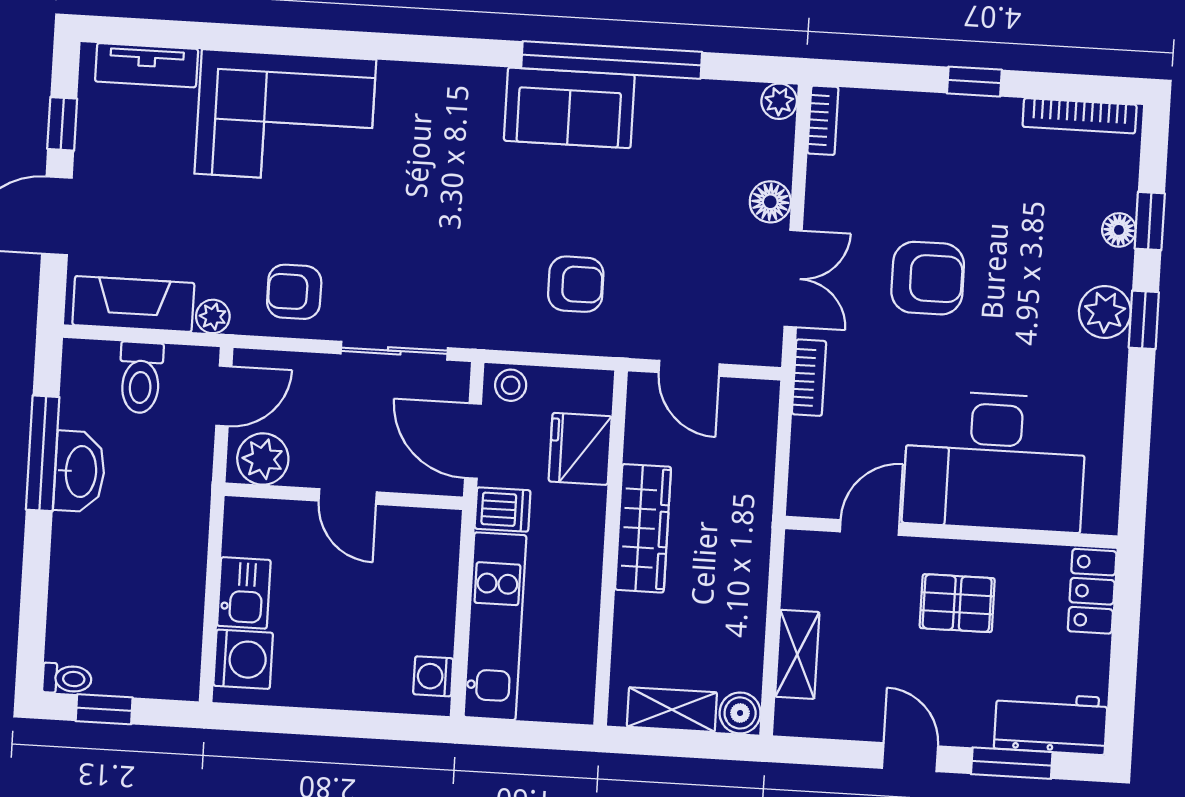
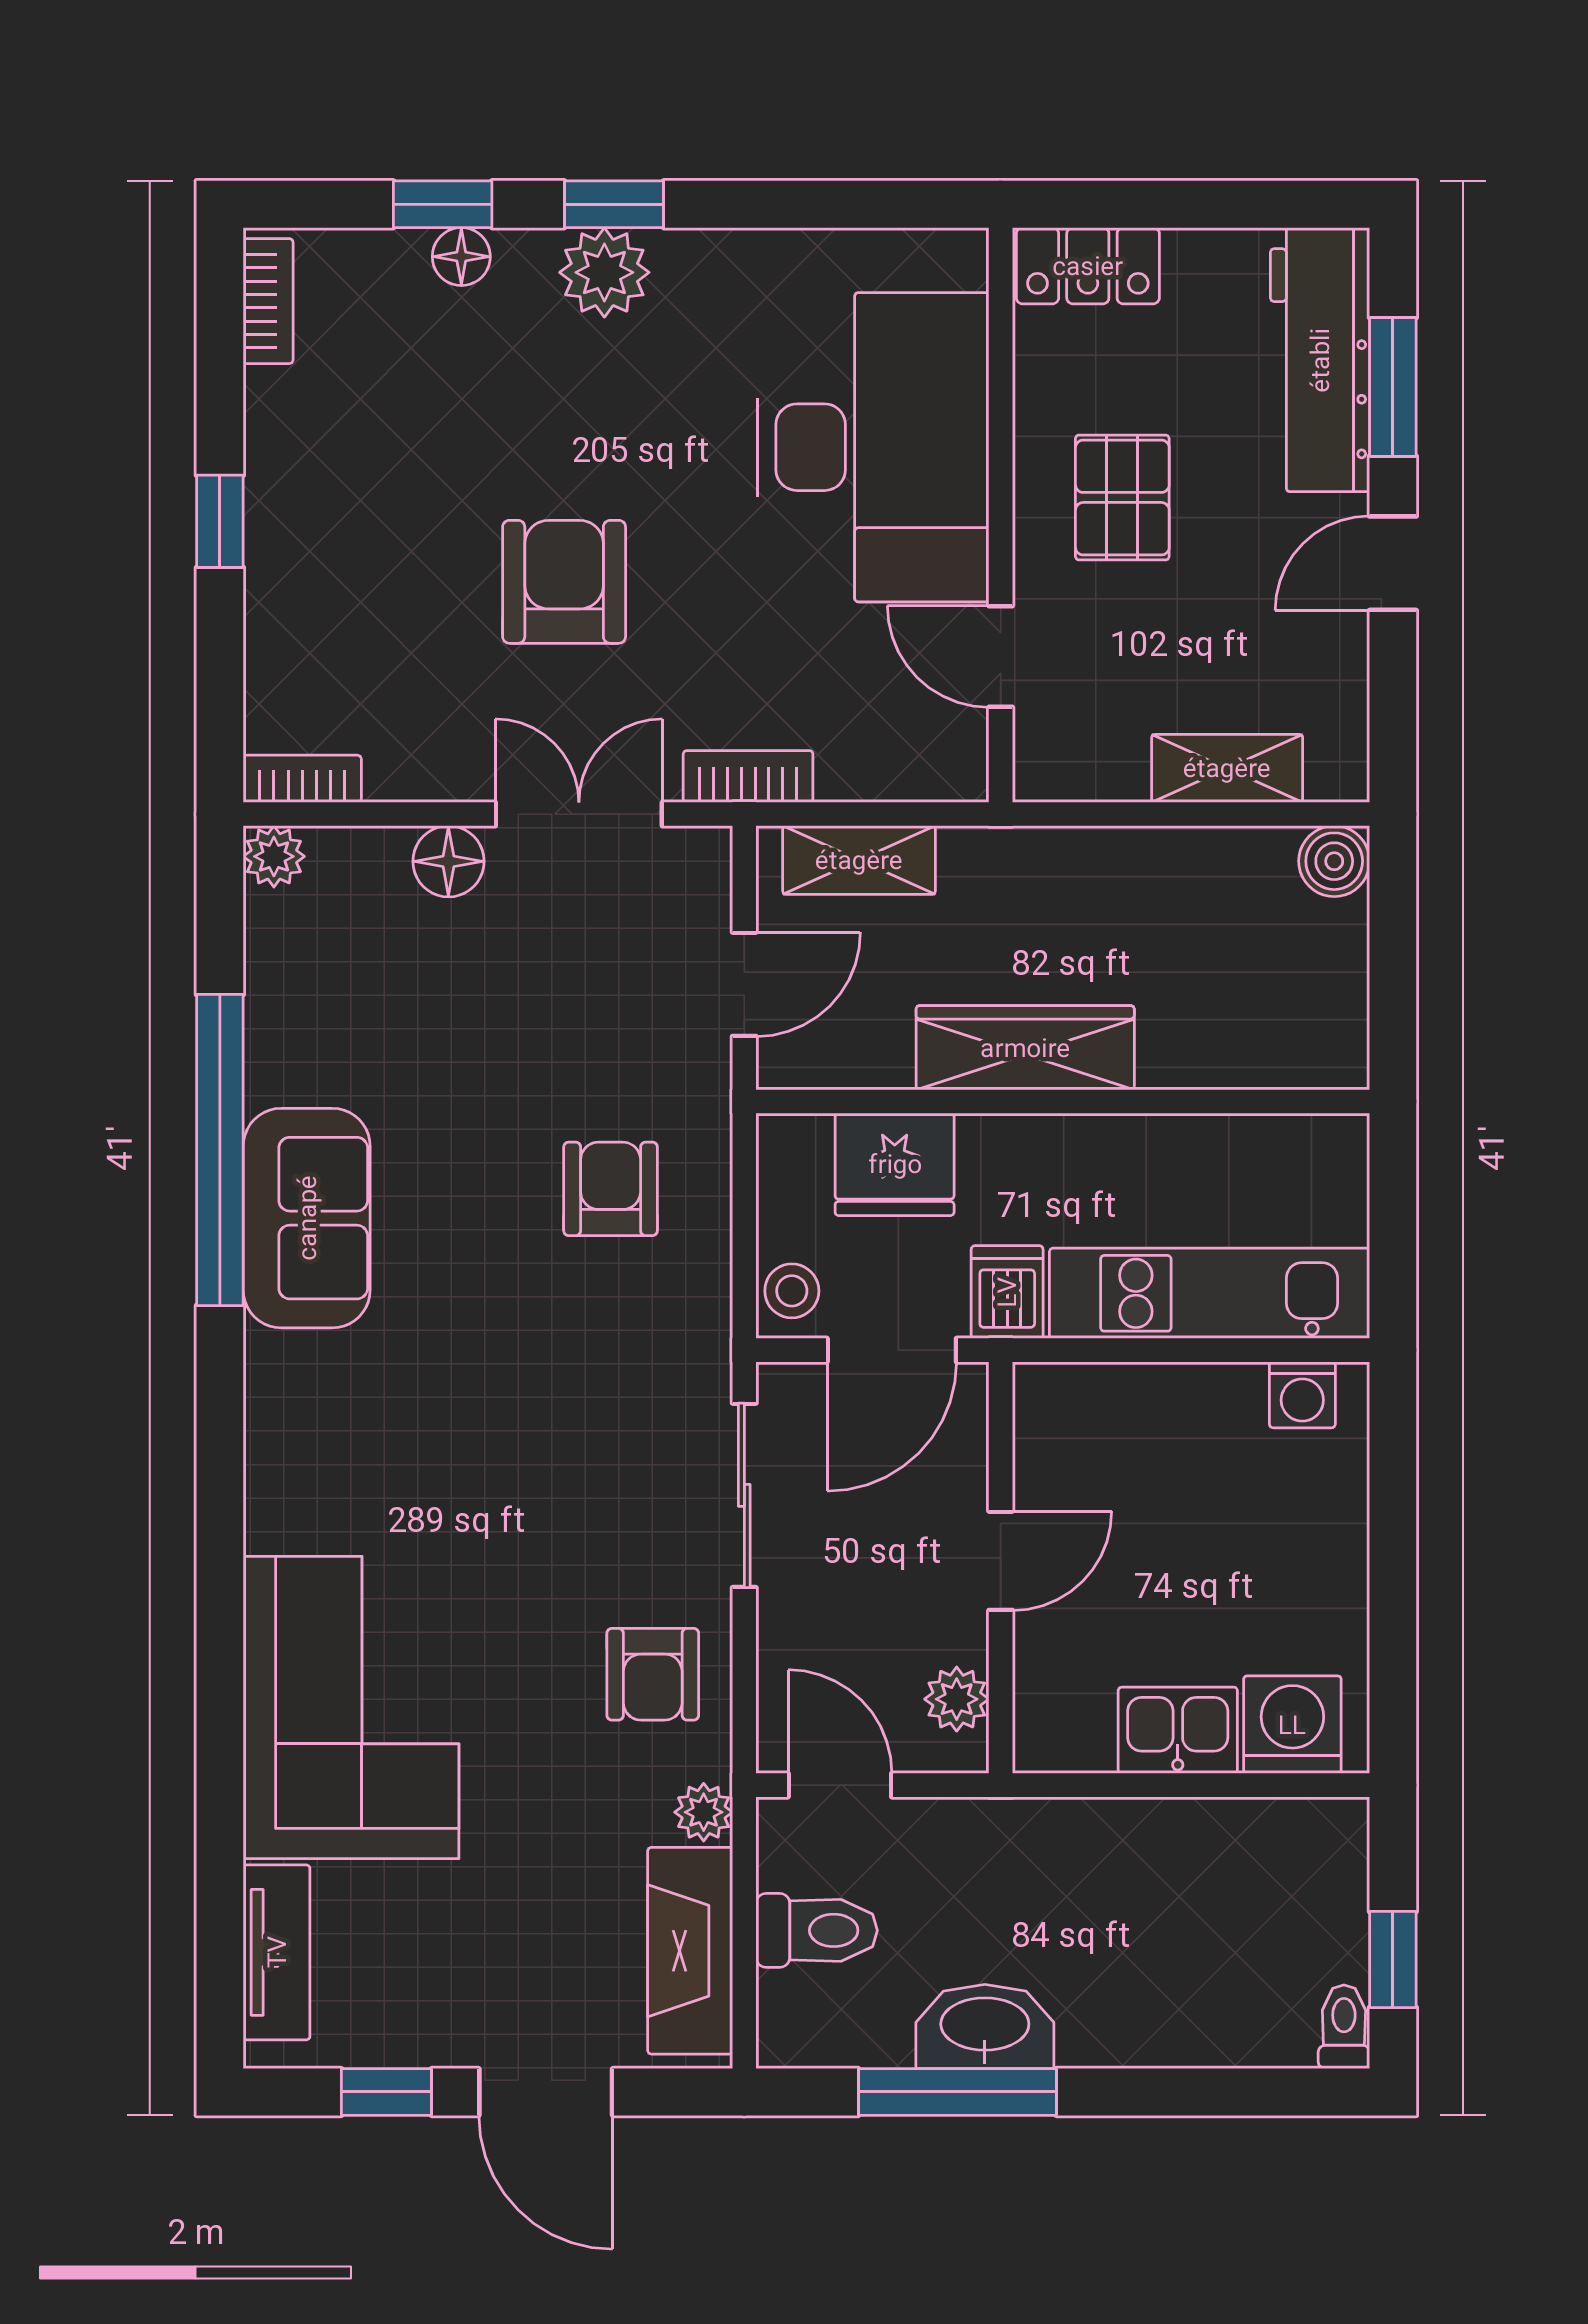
bookcase: (1080, 116) -> (268, 301), width x0.64
plant: (263, 459) -> (957, 1699), width x0.73, depth x0.73
shelving: (672, 710) -> (859, 860), moved, turned 90
workbench: (1051, 723) -> (1320, 360), width x1.37

